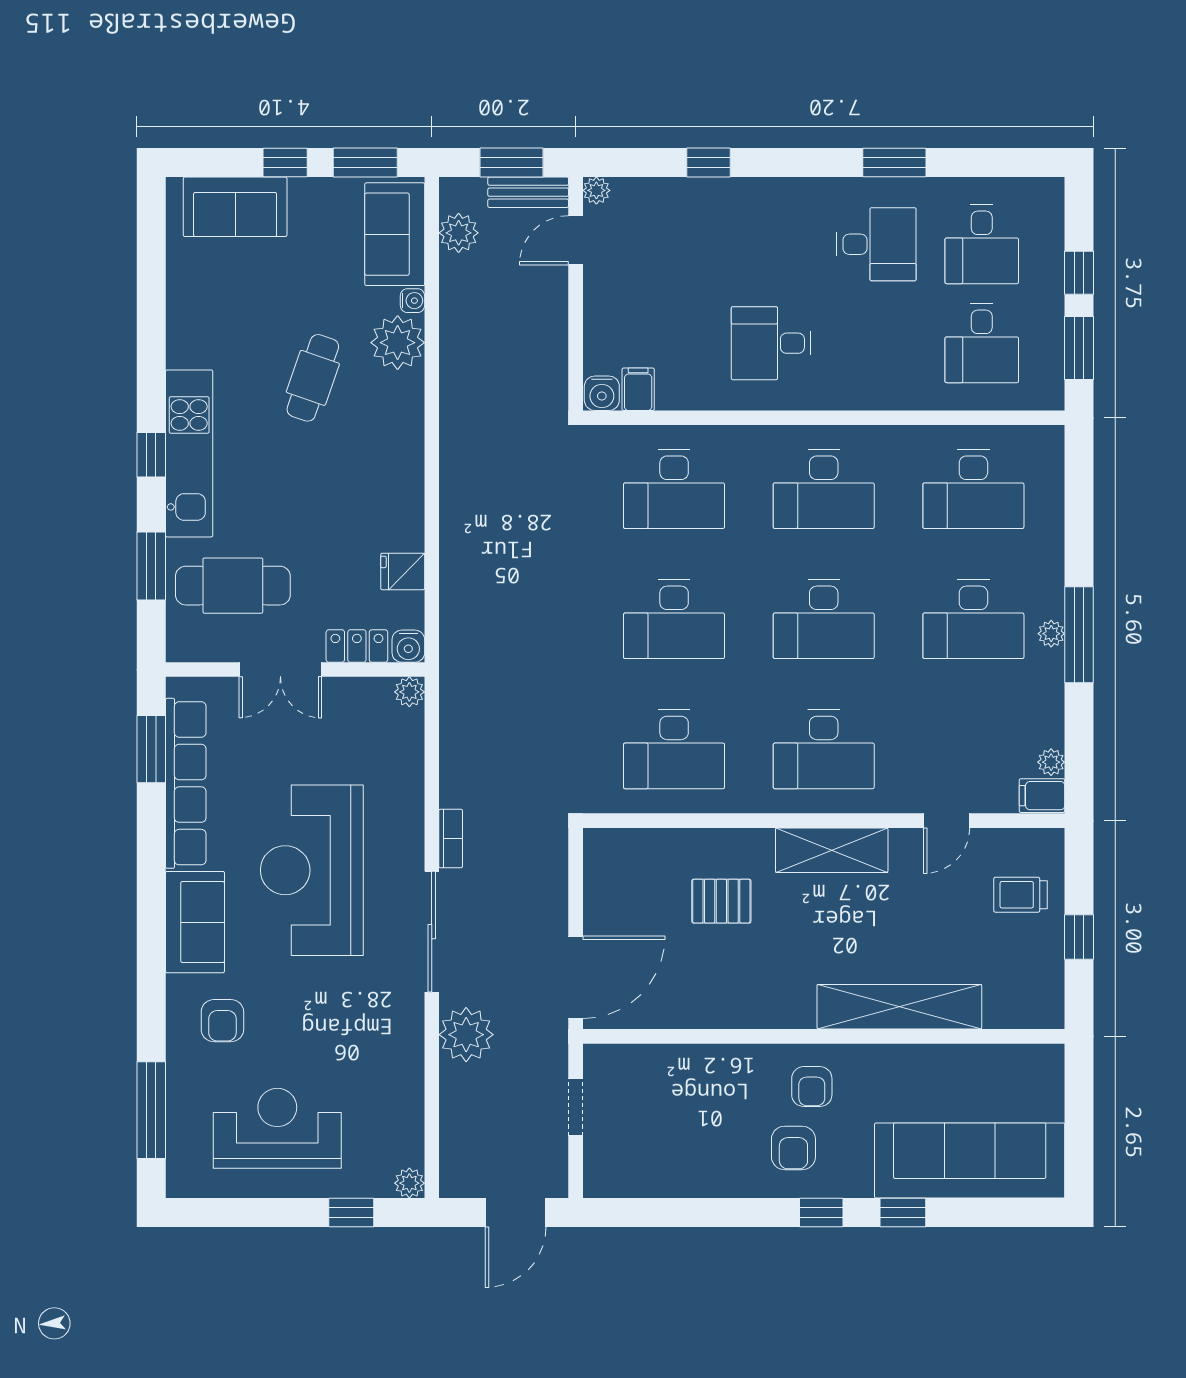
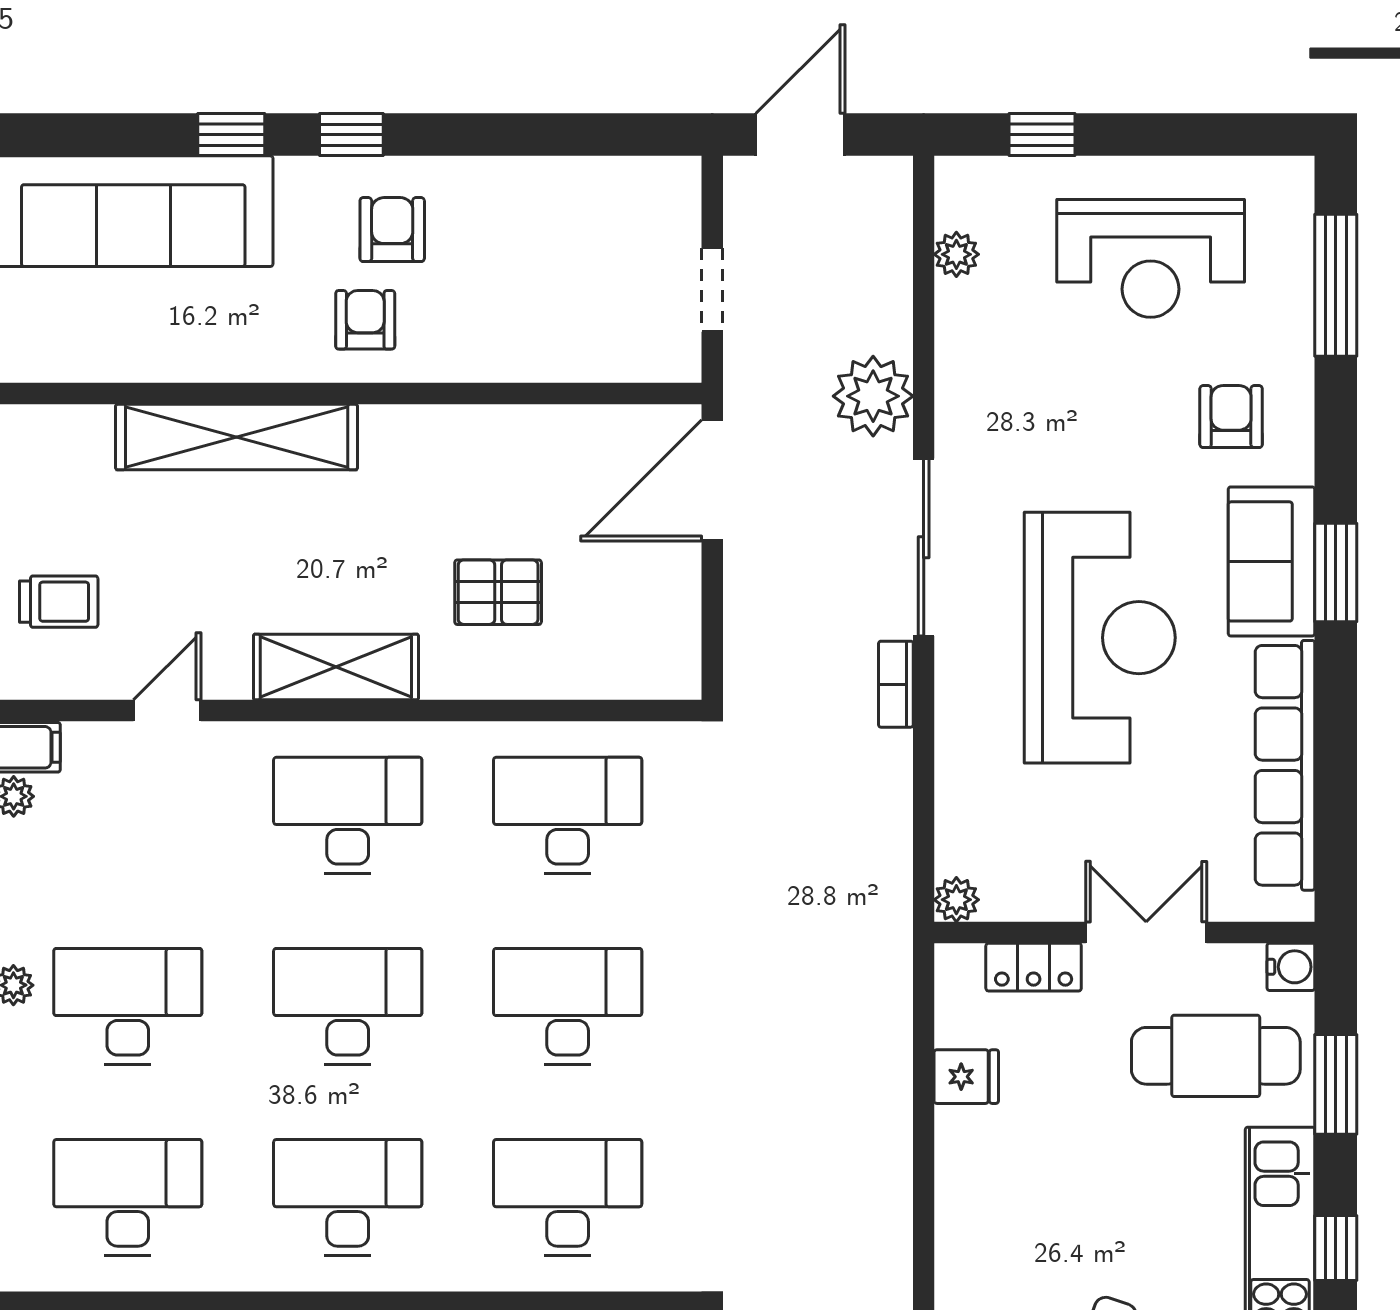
water cooler: (408, 646) -> (1291, 967), moved, turned 90
window: (151, 749) -> (1336, 573), moved
plant: (409, 1183) -> (956, 254), moved

